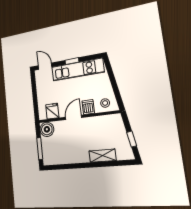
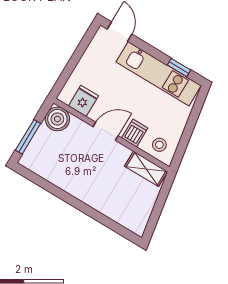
window: (72, 61) -> (179, 67), moved
window: (132, 139) -> (156, 212), removed
shelving: (102, 156) -> (146, 169), moved

